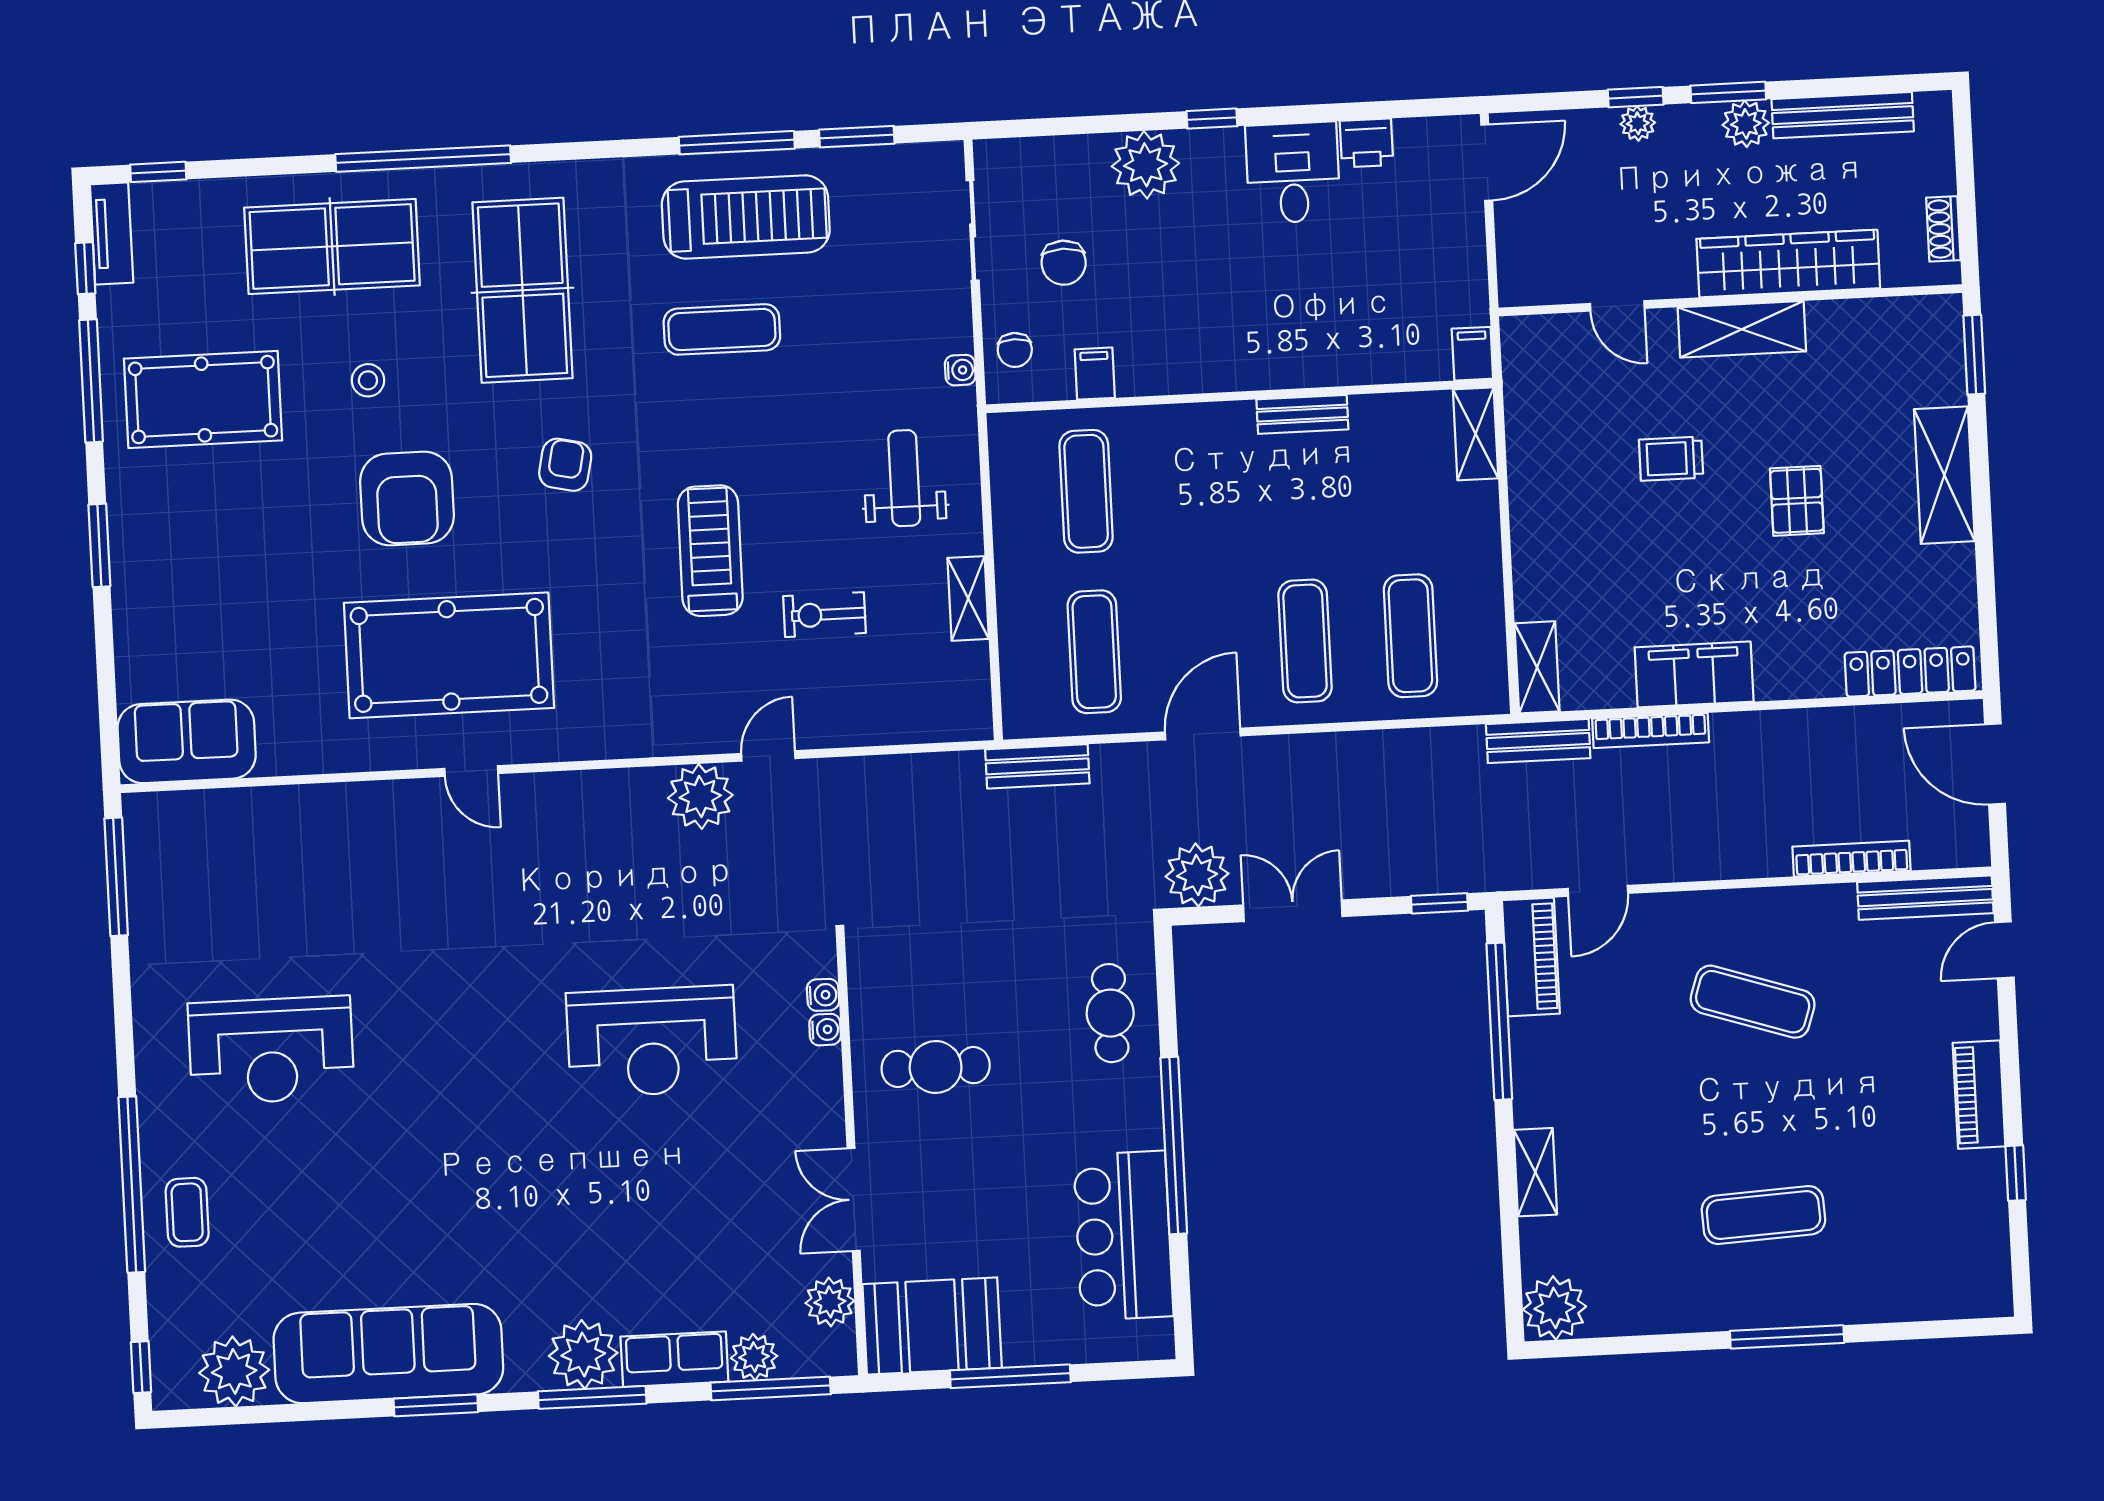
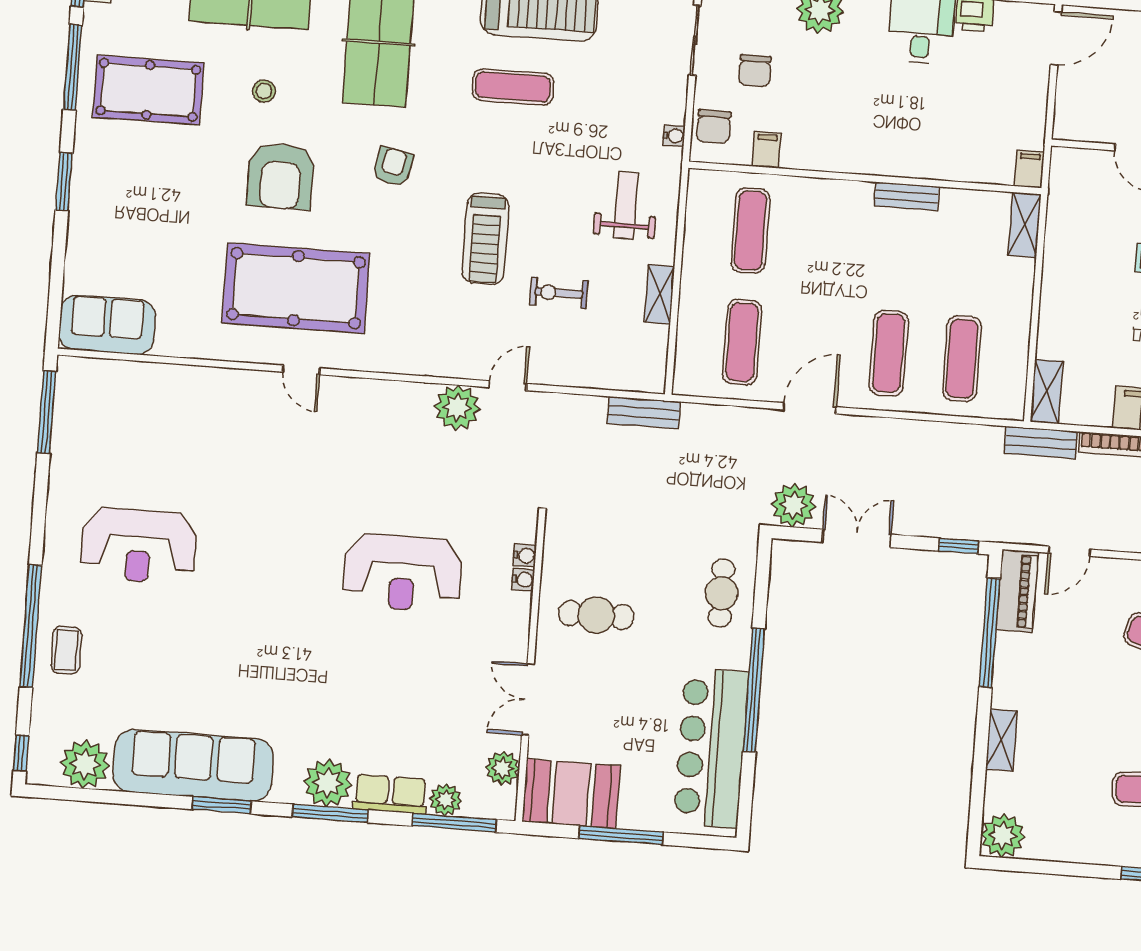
chair: (1015, 350) -> (714, 127), width x1.37, depth x1.37
treadmill: (710, 551) -> (486, 239), turned 180
bench: (1037, 766) -> (644, 413), moved
bar counter: (1123, 1236) -> (711, 748), width x1.36

